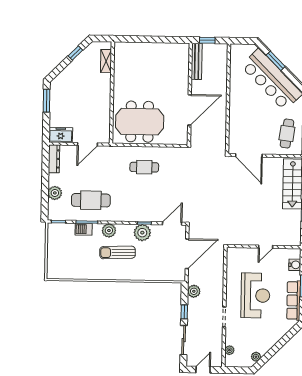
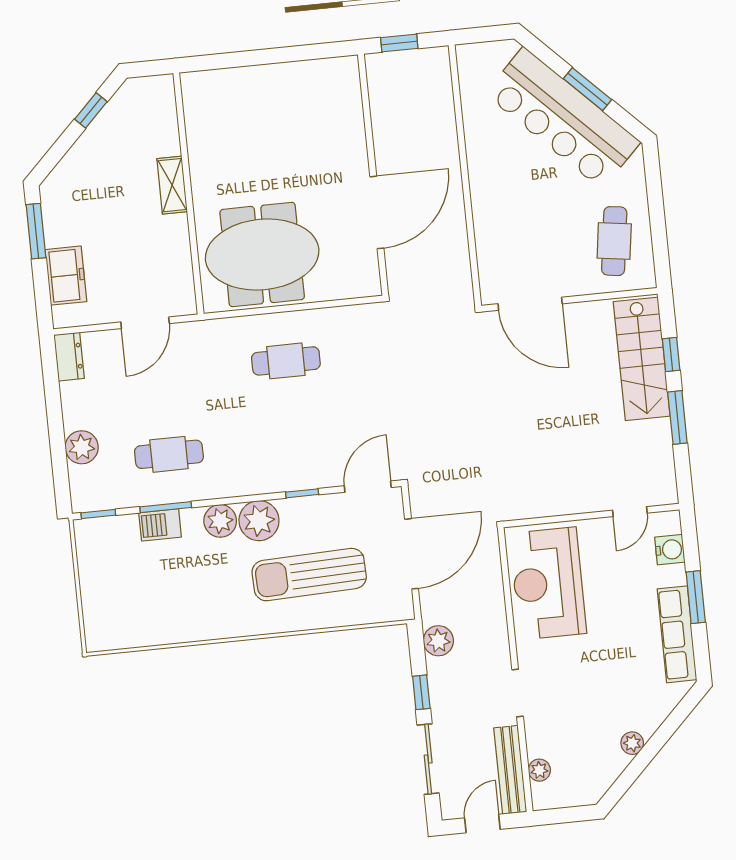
shelving: (106, 61) -> (172, 185), moved
bench: (197, 61) -> (510, 770), moved
window: (276, 61) -> (588, 89), moved
freezer: (61, 135) -> (66, 276), moved, turned 90
dresser: (54, 159) -> (69, 357), width x0.70
cafe table: (91, 200) -> (169, 454), width x0.73, depth x0.74
plant: (142, 233) -> (259, 521), moved
door: (266, 247) -> (630, 512), moved
sun lounger: (117, 252) -> (309, 575), moved, width x1.36, depth x1.34
reception desk: (255, 295) -> (548, 583), moved, turned 180
plant: (256, 357) -> (632, 743), moved

